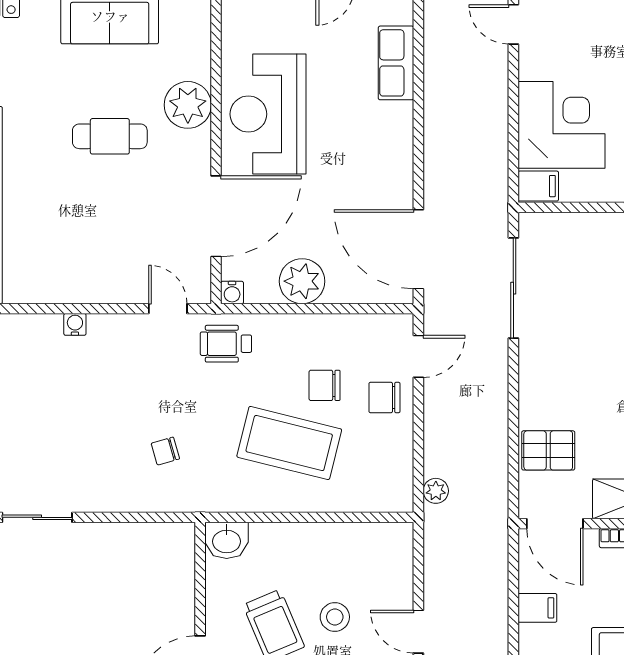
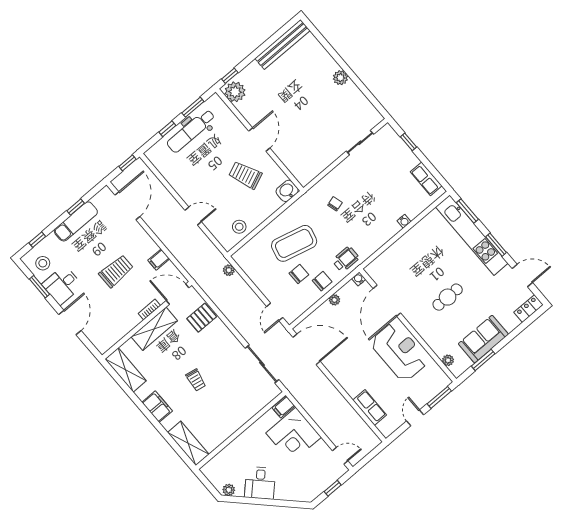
plant: (188, 105) -> (448, 360), moved, width x0.53, depth x0.53
plant: (302, 281) -> (334, 300), width x0.53, depth x0.53
door: (168, 309) -> (376, 254), removed
chair: (384, 397) -> (322, 281), moved
stool: (335, 617) -> (239, 227), moved

